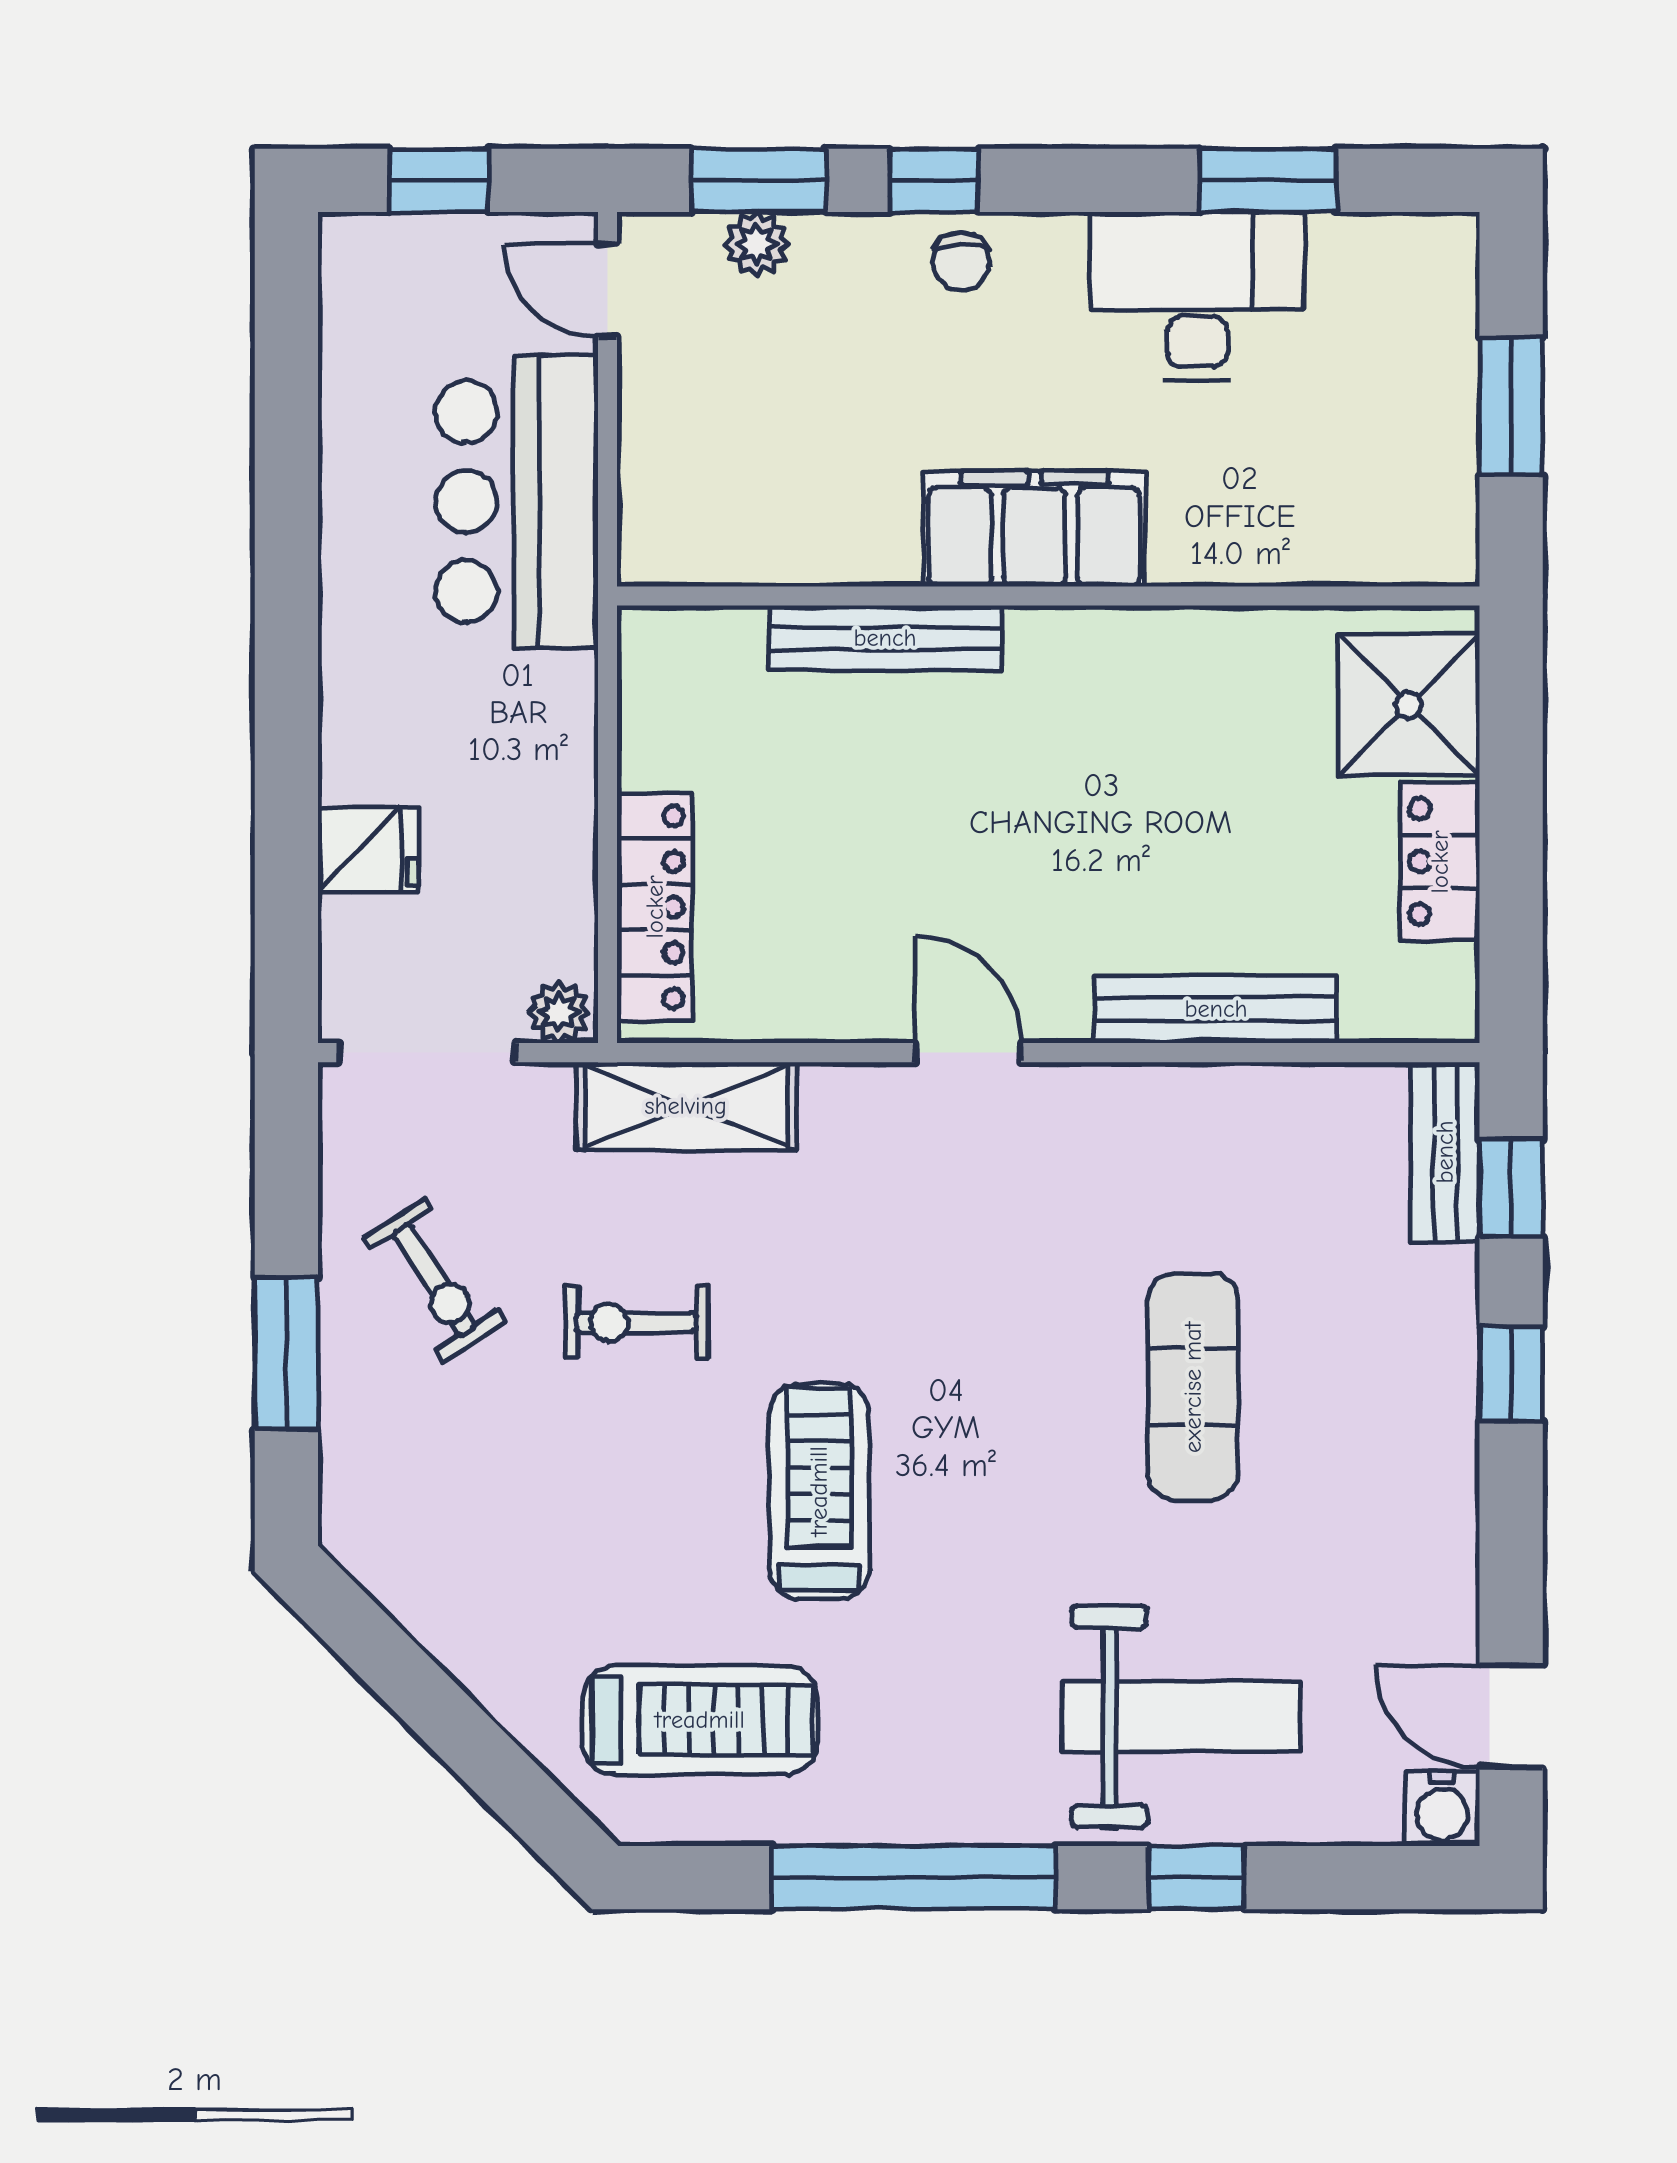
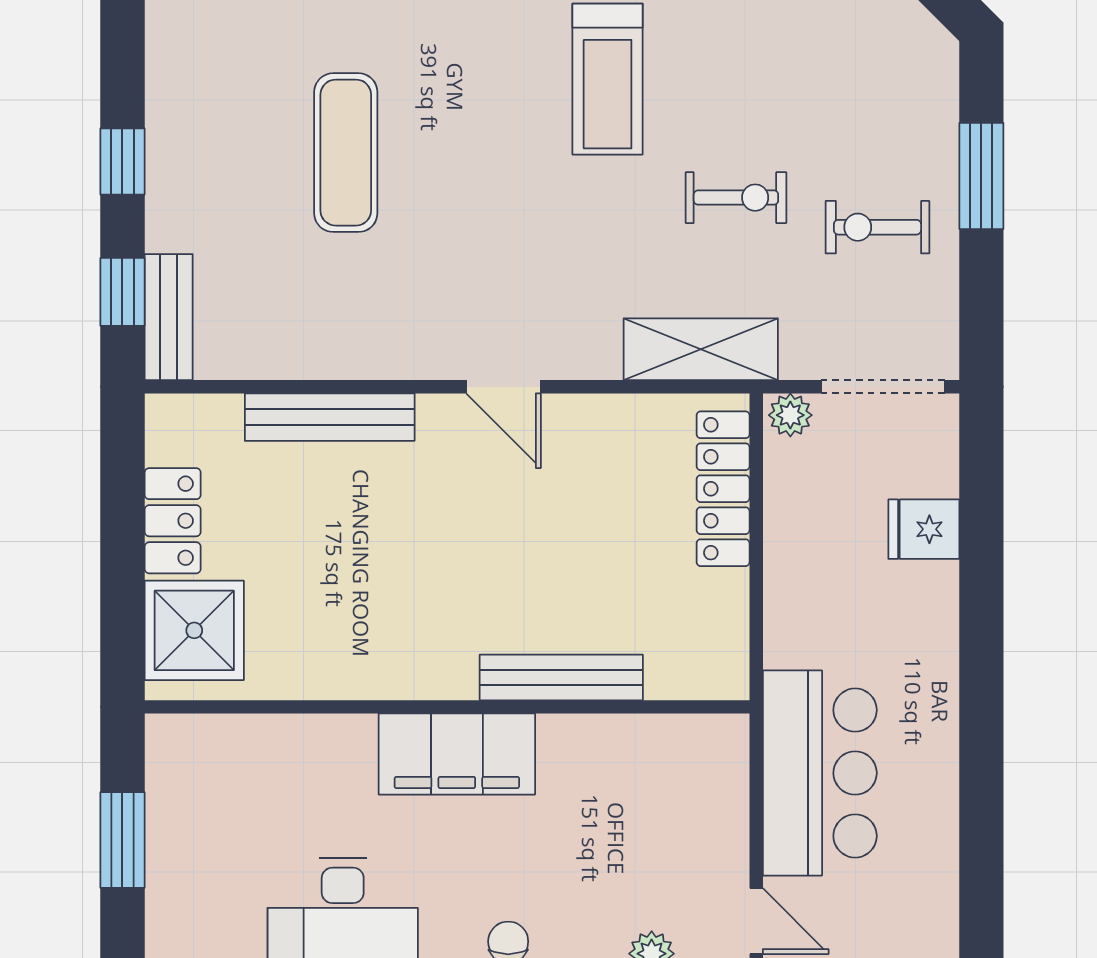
exercise bike: (434, 1280) -> (877, 227), turned -57

